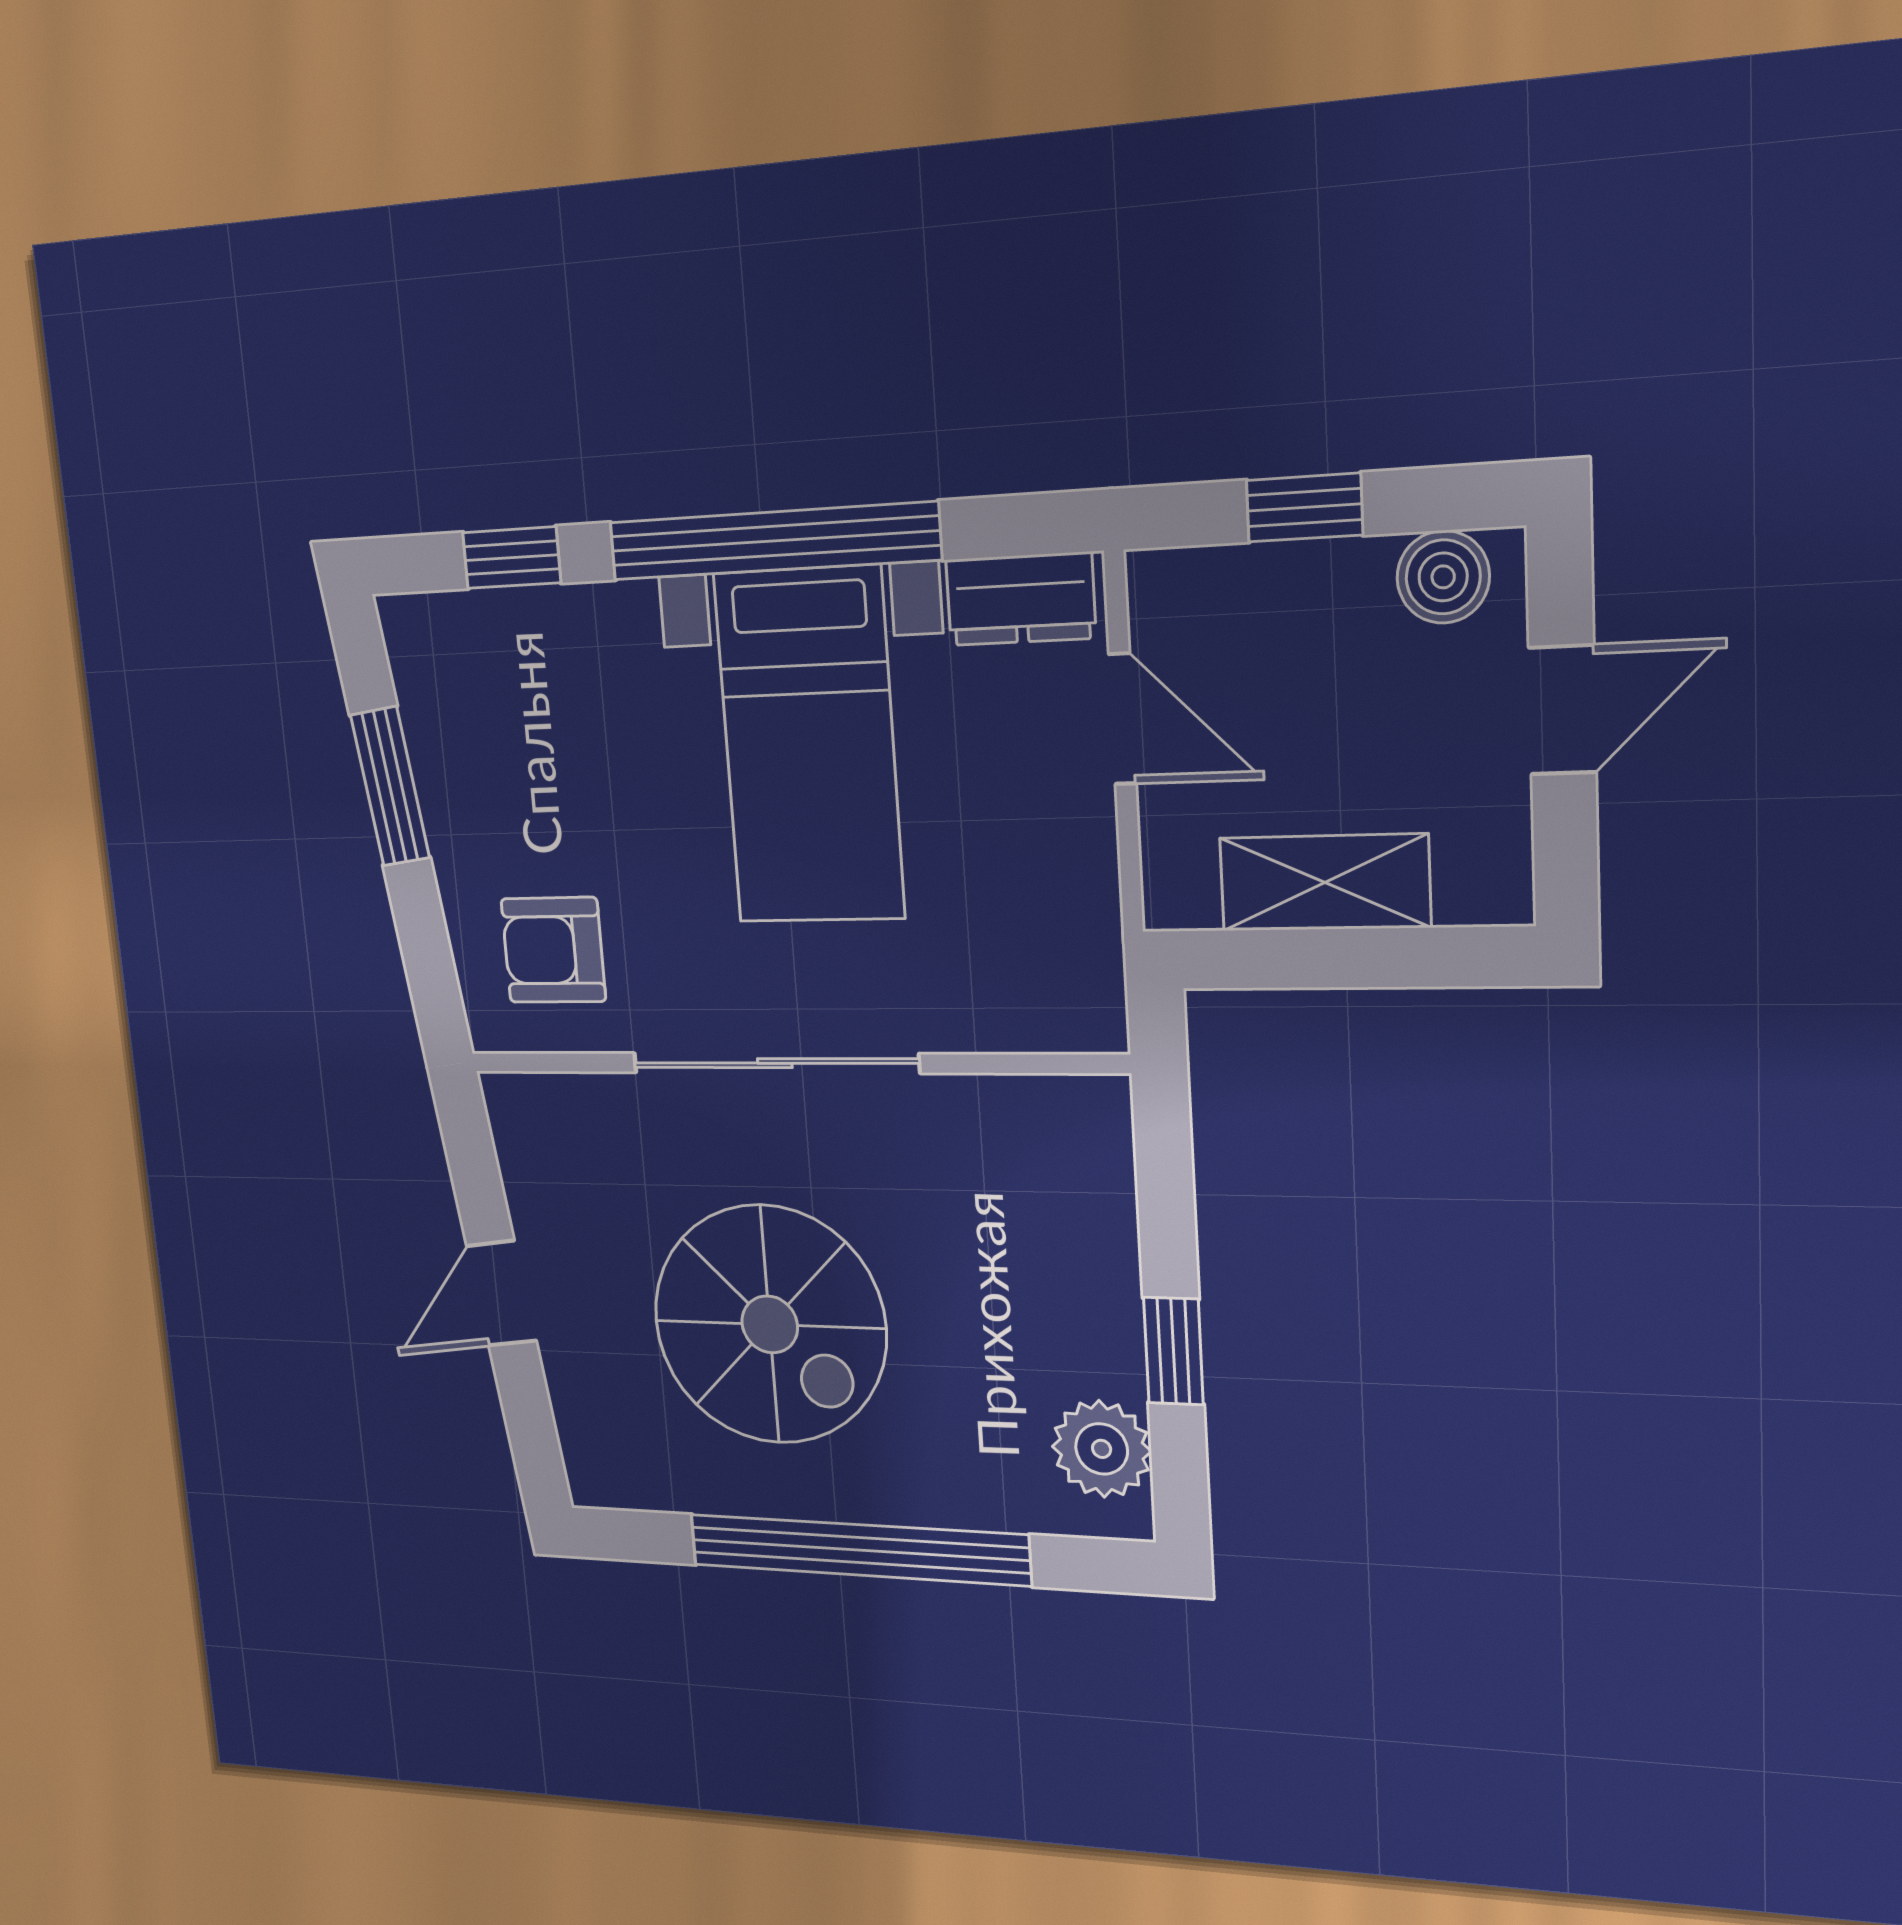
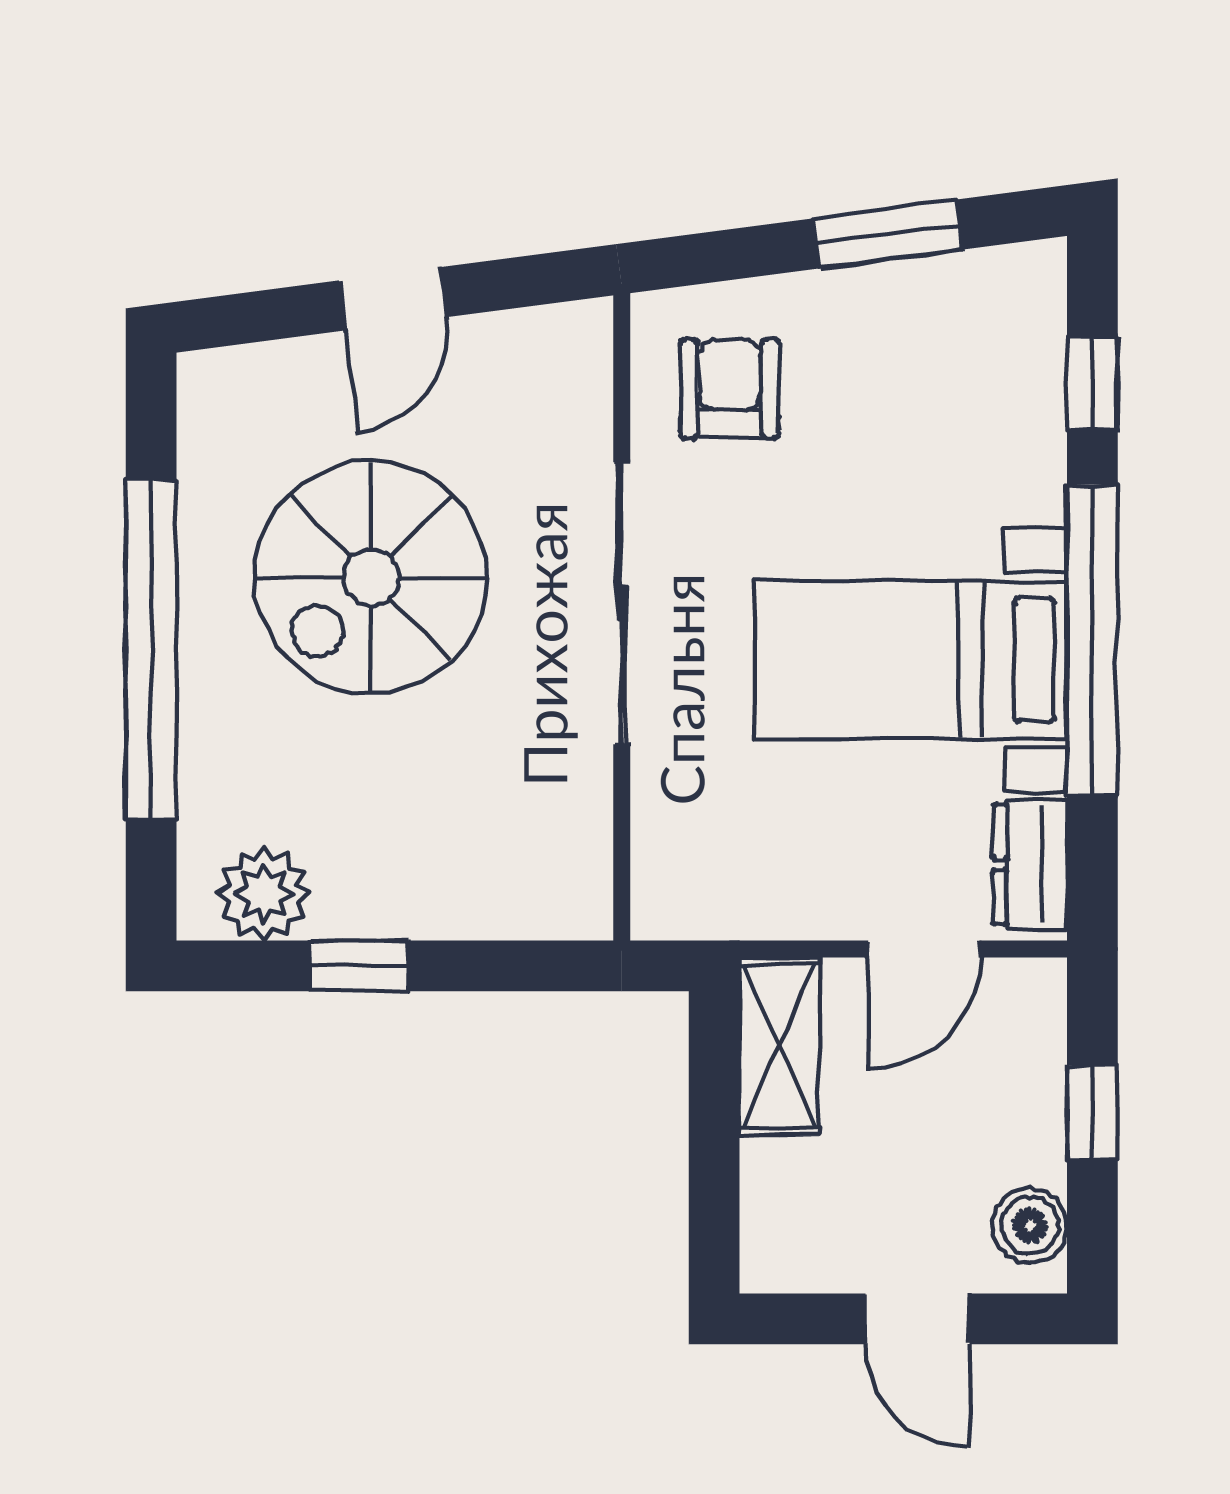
shelving: (1325, 883) -> (779, 1046), moved
door: (501, 1293) -> (393, 299), swing flipped

